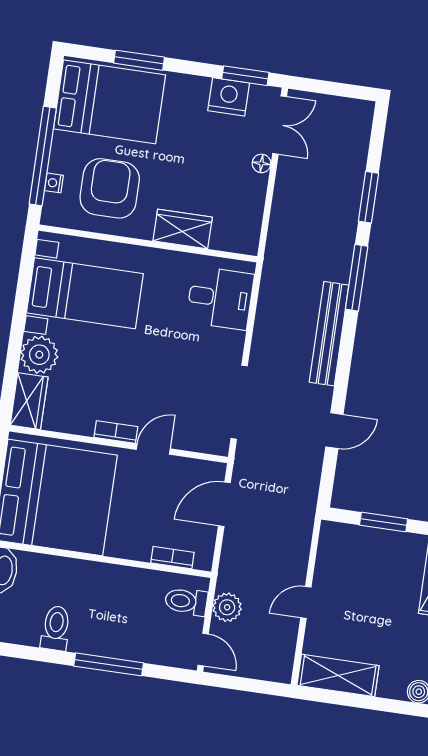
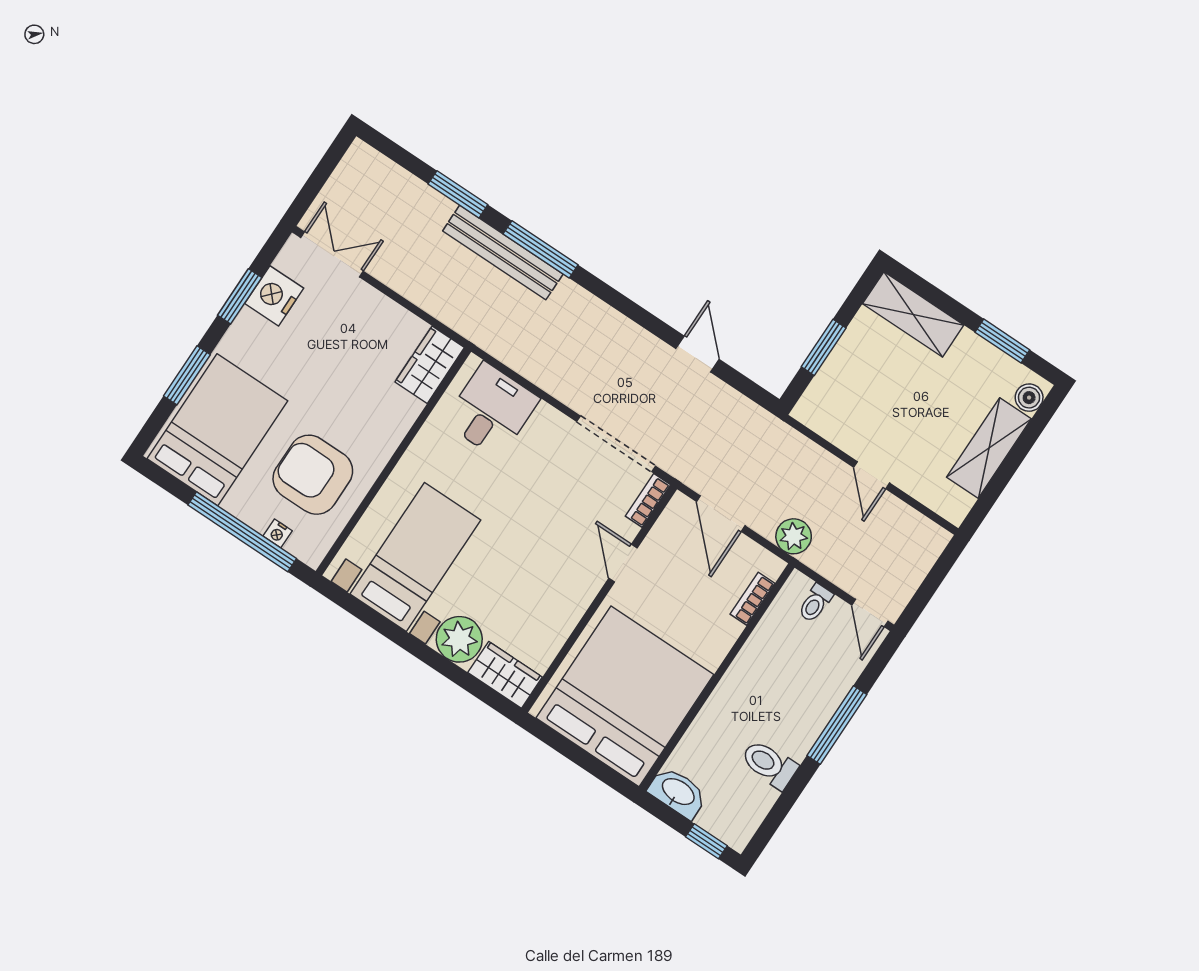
window: (245, 76) -> (240, 296), moved
floor lamp: (261, 163) -> (365, 294), removed
wardrobe: (183, 229) -> (430, 365), moved
bench: (329, 334) -> (503, 252), moved
bookcase: (116, 432) -> (648, 500), moved
toilet: (186, 601) -> (815, 603), width x0.73, depth x0.72
plant: (227, 607) -> (794, 536), moved
door: (203, 650) -> (870, 613), swing flipped
shelving: (338, 675) -> (989, 448), moved

